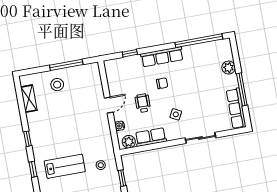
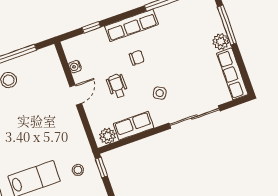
plant: (229, 68) -> (221, 42), moved
window: (242, 89) -> (227, 25), moved
water cooler: (120, 126) -> (75, 67), moved
sliding door: (200, 138) -> (194, 117), width x1.37
window: (122, 178) -> (101, 167), moved

